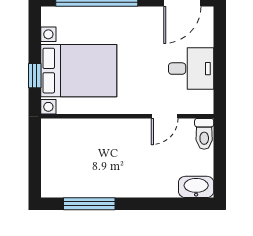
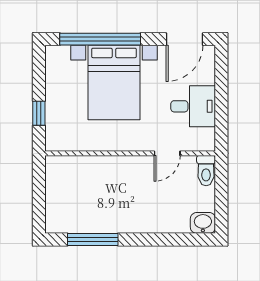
bed with nightstands: (79, 71) -> (114, 83), moved, turned 90
washbasin: (196, 187) -> (203, 223), width x0.72

